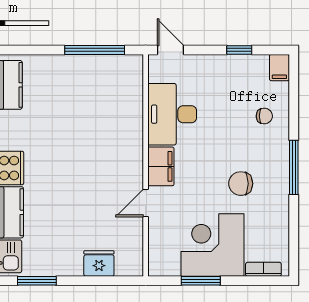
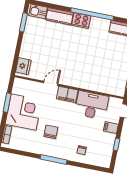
filing cabinet: (279, 68) -> (111, 128), moved
door: (146, 203) -> (51, 83), hinge flipped
fridge: (99, 263) -> (23, 66), moved

